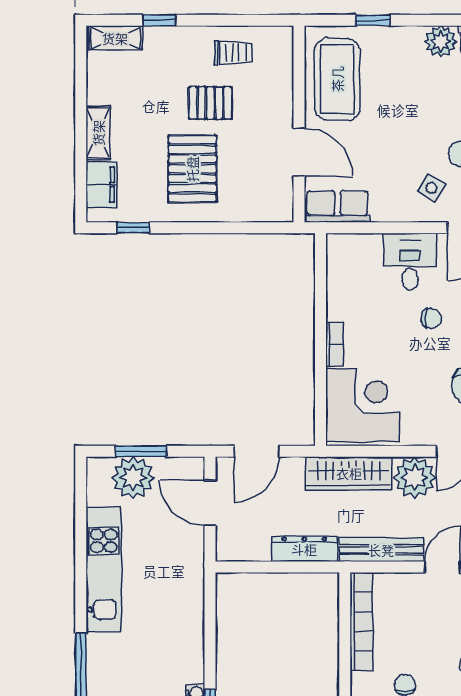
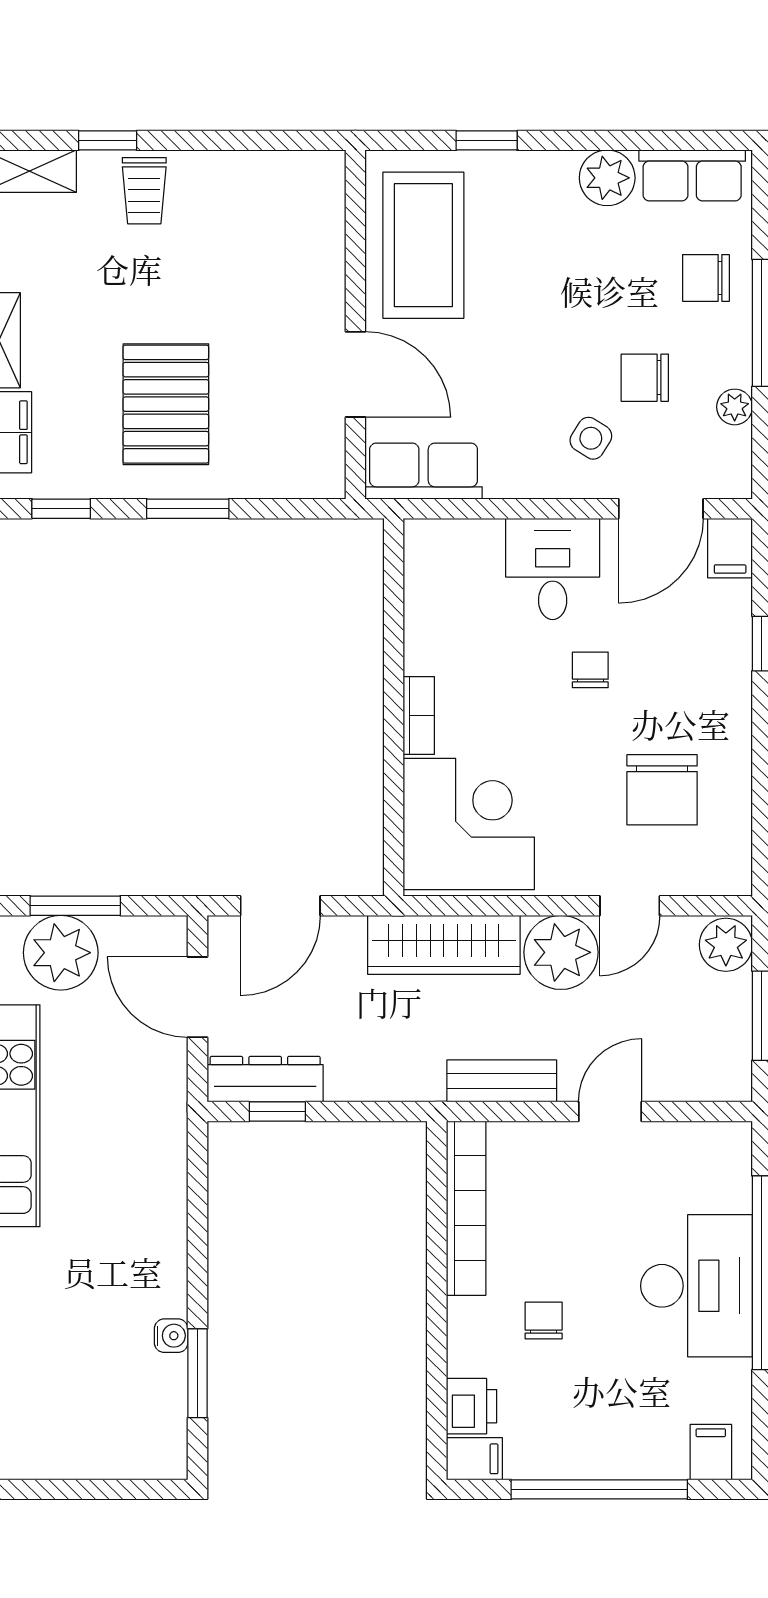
trolley: (233, 53) -> (144, 191), moved, turned 90
pallet: (210, 103) -> (198, 287), removed
window: (205, 228) -> (188, 509), added
chair: (431, 318) -> (590, 670), turned -90
dresser: (304, 549) -> (265, 1079), moved
bench: (381, 550) -> (502, 1081), width x0.73
window: (255, 567) -> (277, 1111), added

